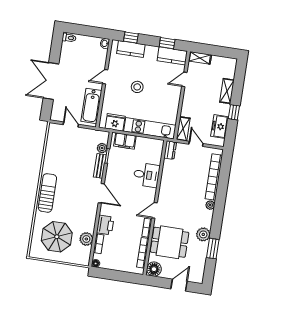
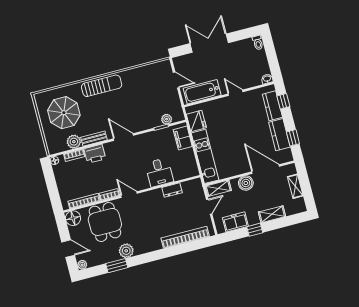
kitchen counter: (172, 56) -> (279, 135), moved
shelving: (200, 58) -> (295, 186), moved
door: (184, 79) -> (266, 169), width x1.87
stool: (137, 87) -> (239, 127), removed
boiler: (189, 102) -> (246, 183), added
door: (71, 124) -> (176, 80), hinge flipped
dresser: (170, 150) -> (172, 190), moved
bench: (100, 166) -> (94, 139), moved
door: (101, 193) -> (123, 137), swing flipped
plant: (210, 205) -> (82, 265), moved

